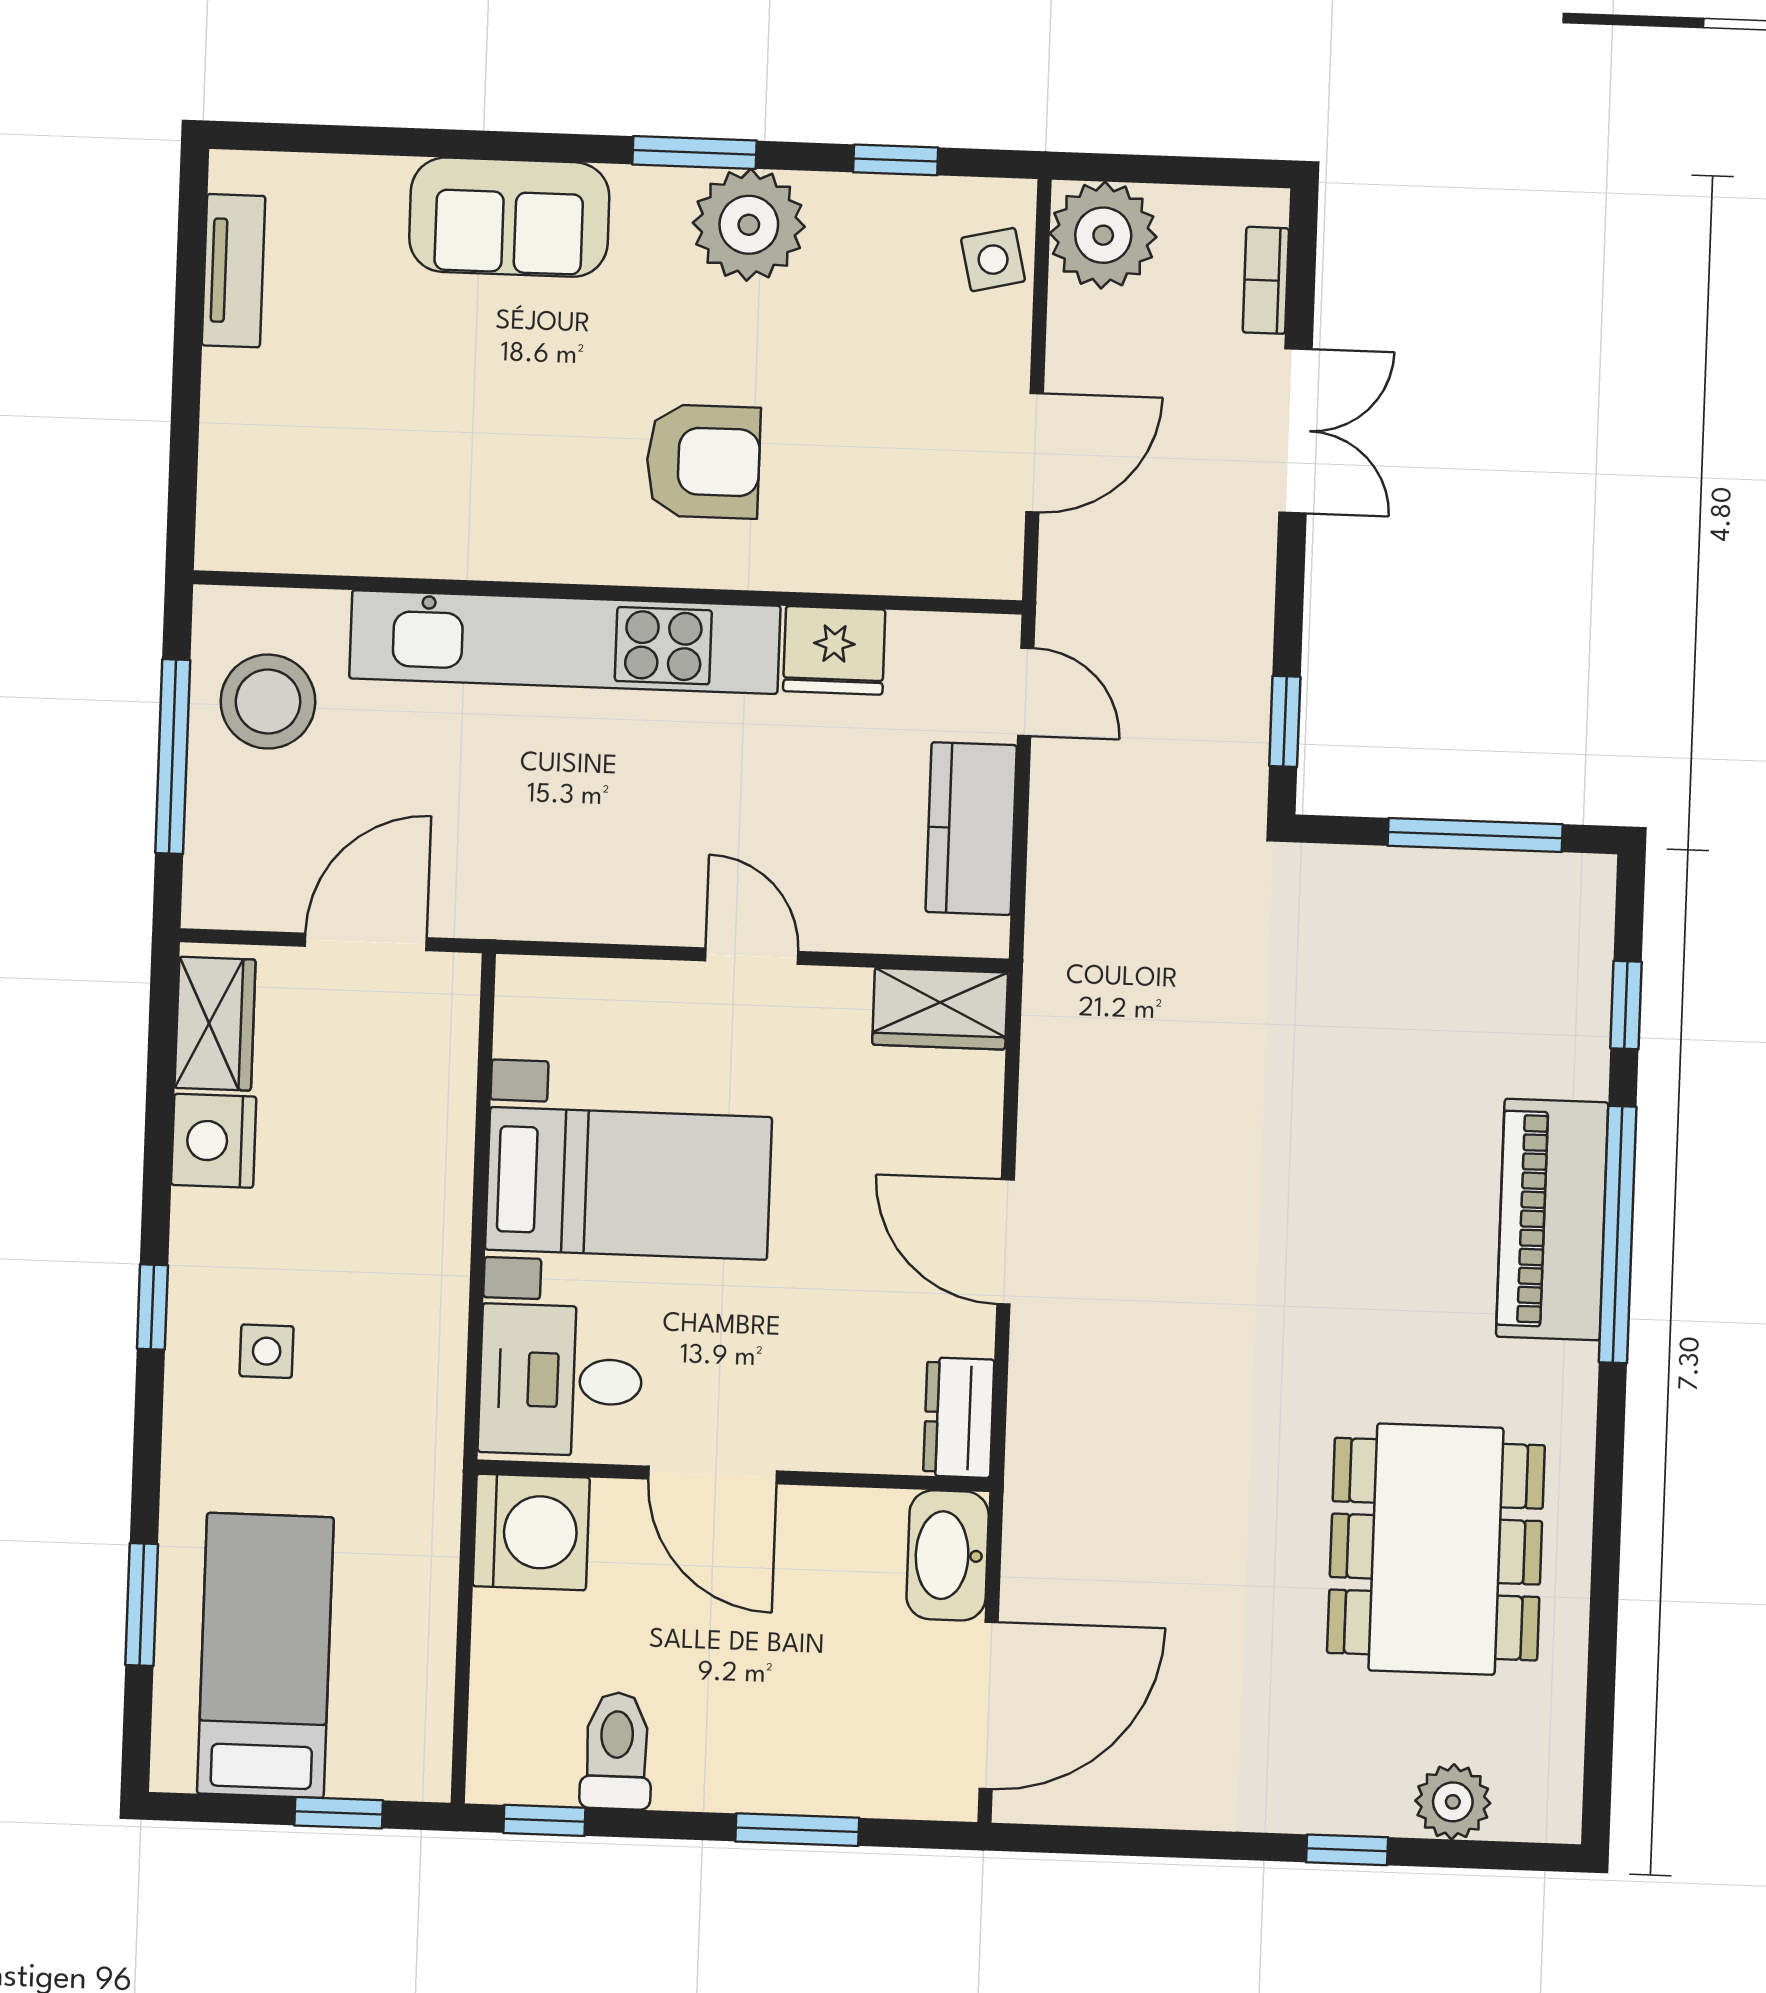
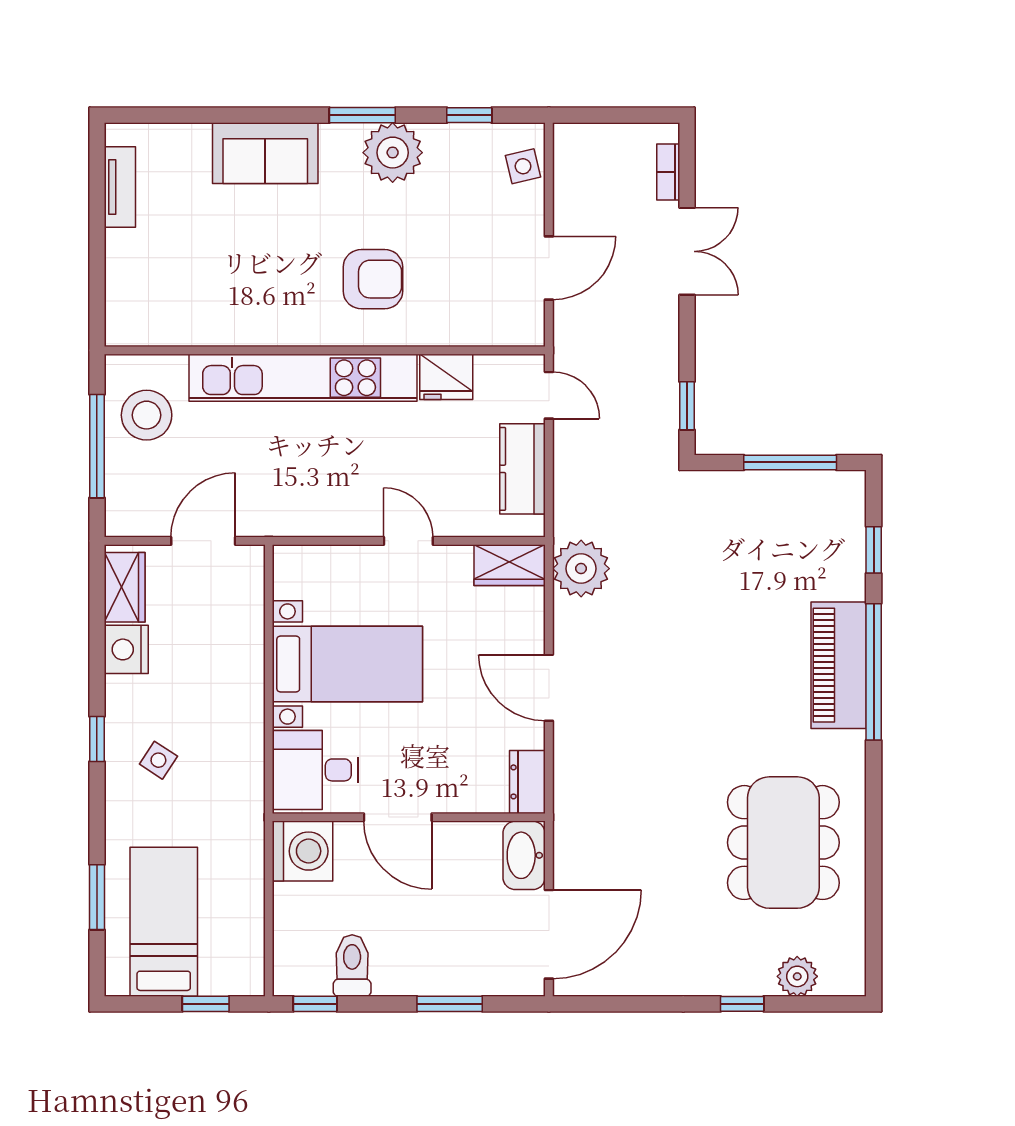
plant: (1103, 235) -> (581, 569), moved
side table: (267, 1351) -> (158, 760), turned 33

